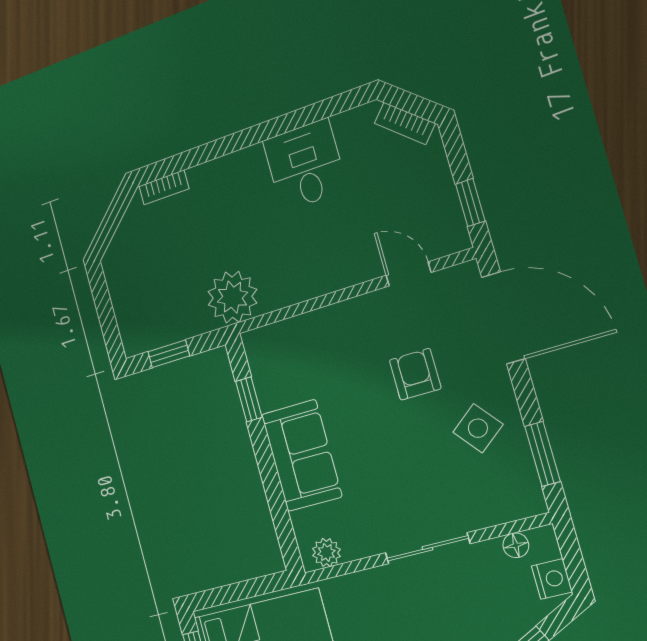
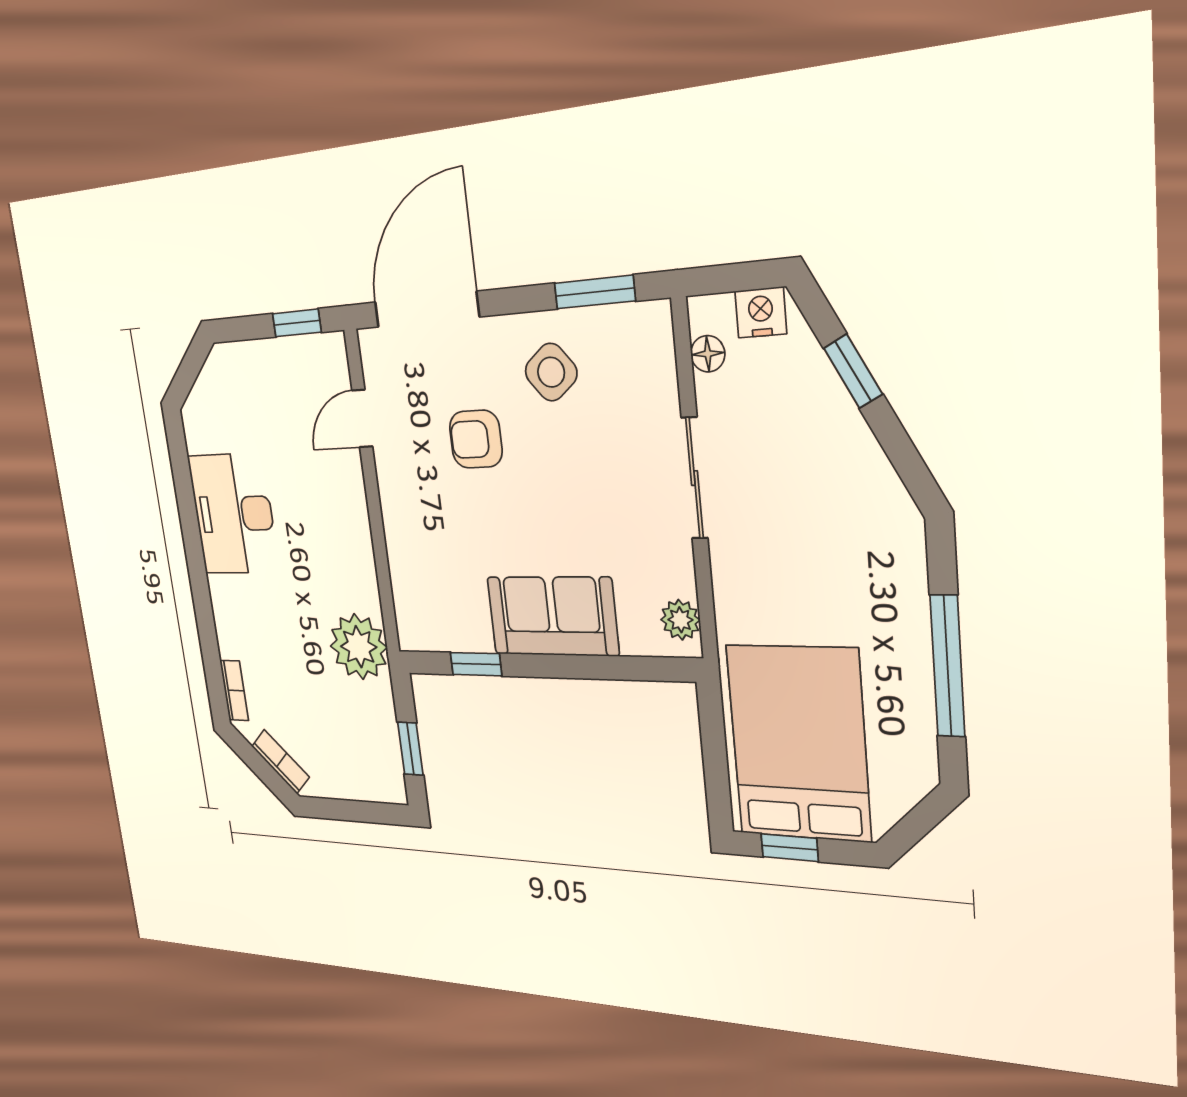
bookcase: (405, 123) -> (280, 762), moved, turned -86
desk: (305, 165) -> (233, 514), width x1.37

